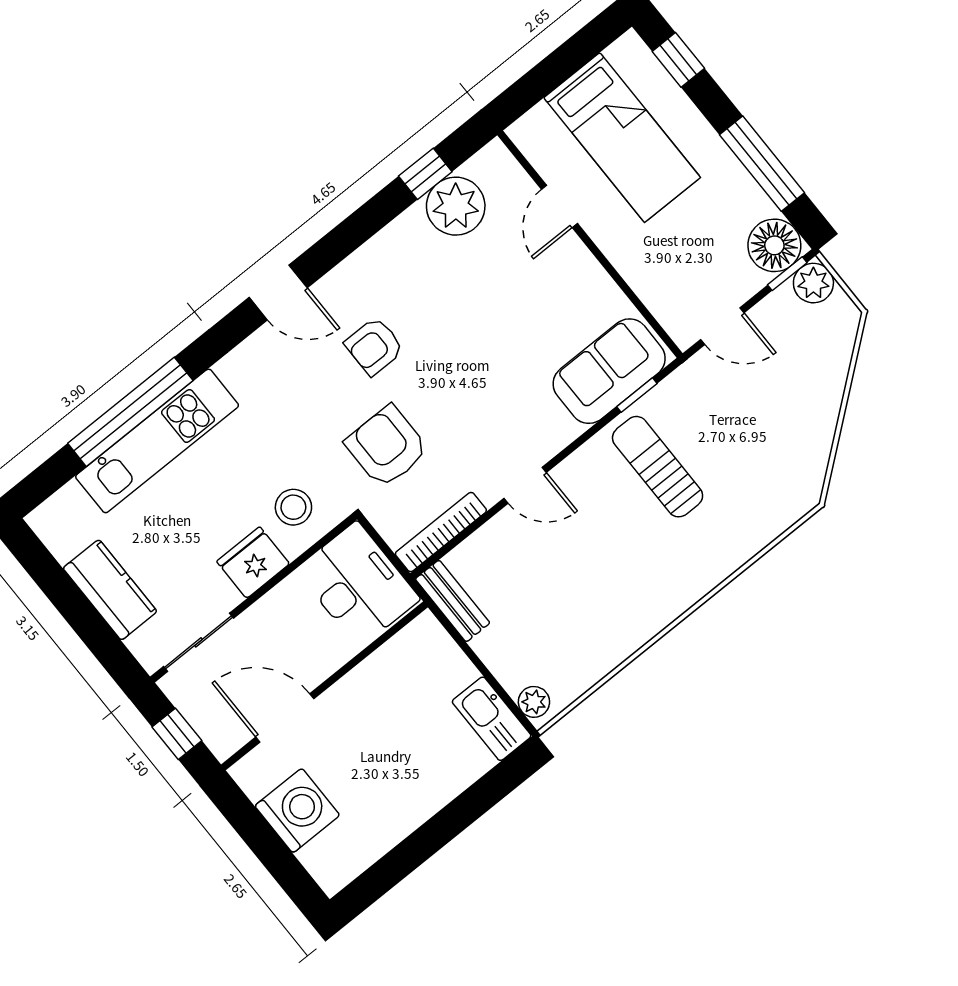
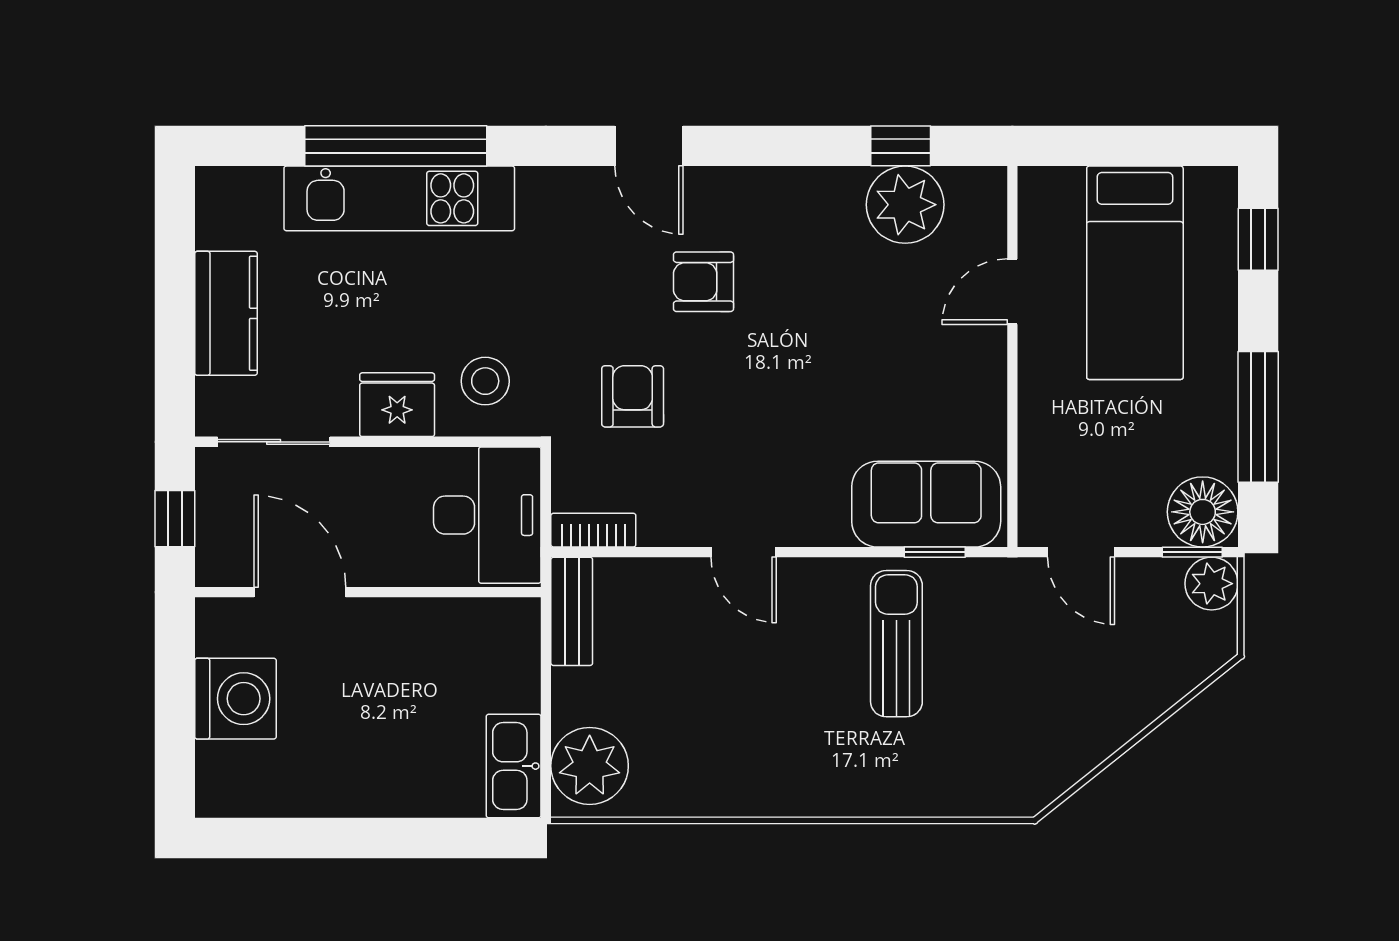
armchair: (387, 447) -> (633, 396), width x0.72, depth x0.72
bookcase: (441, 532) -> (593, 530), width x0.64
plant: (534, 702) -> (590, 766), width x1.88, depth x1.88

